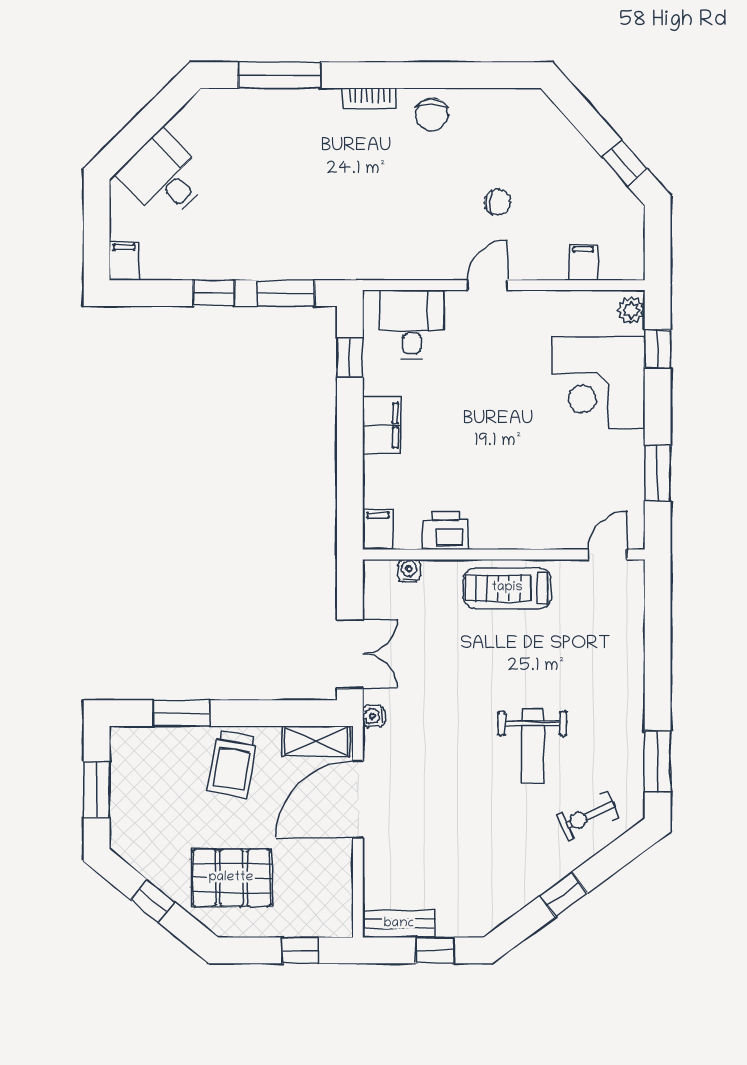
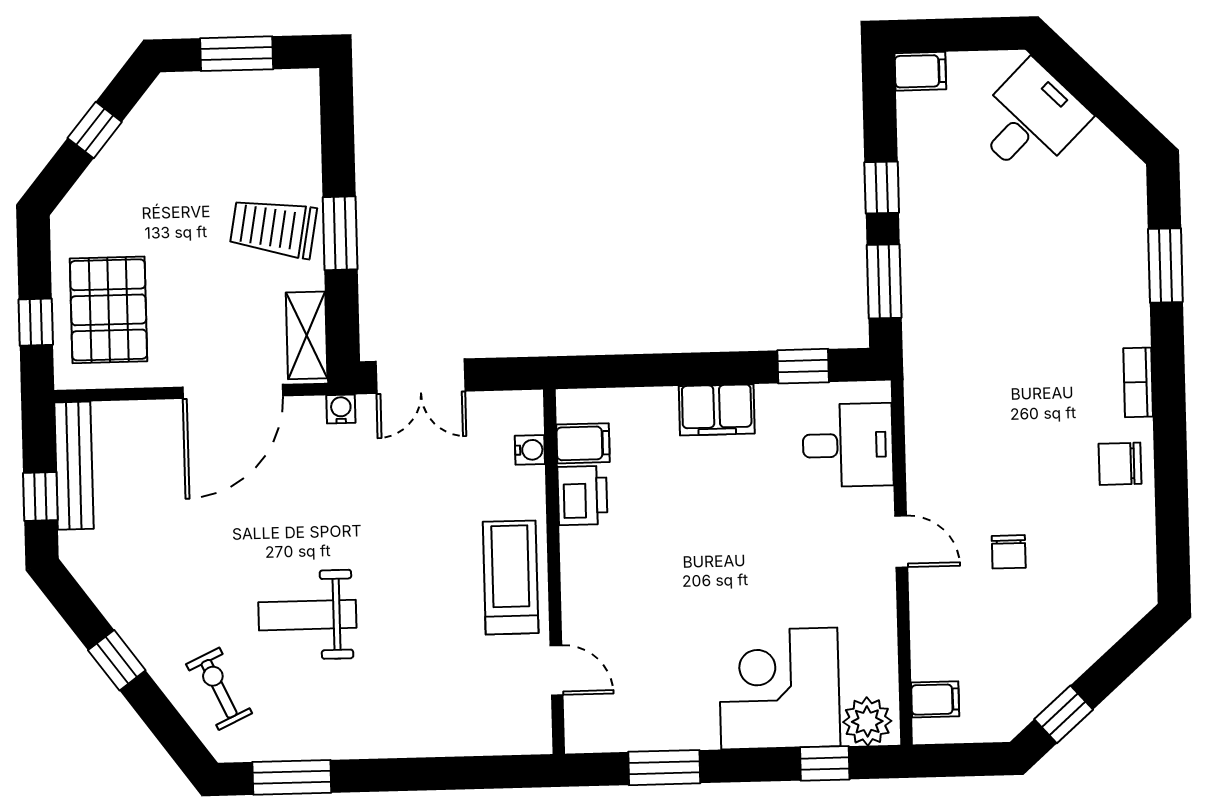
window: (279, 75) -> (1165, 265), width x0.69
filing cabinet: (583, 262) -> (935, 699), moved
plant: (631, 310) -> (867, 721), width x1.38, depth x1.38
filing cabinet: (378, 529) -> (583, 443), moved
door: (608, 554) -> (557, 670), moved
window: (182, 713) -> (340, 233), moved
door: (358, 799) -> (233, 391), swing flipped
pallet: (231, 878) -> (109, 310), moved
bench: (399, 924) -> (74, 466), width x1.36

